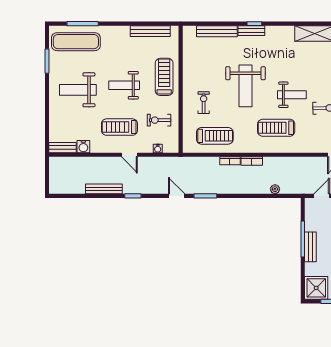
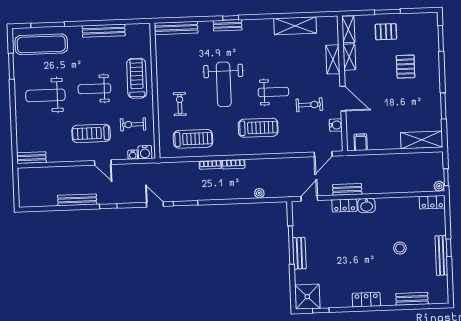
bench: (150, 31) -> (104, 31), moved
bench: (217, 31) -> (176, 28), moved
treadmill: (276, 128) -> (258, 128), turned 180
water cooler: (83, 147) -> (145, 152), moved

